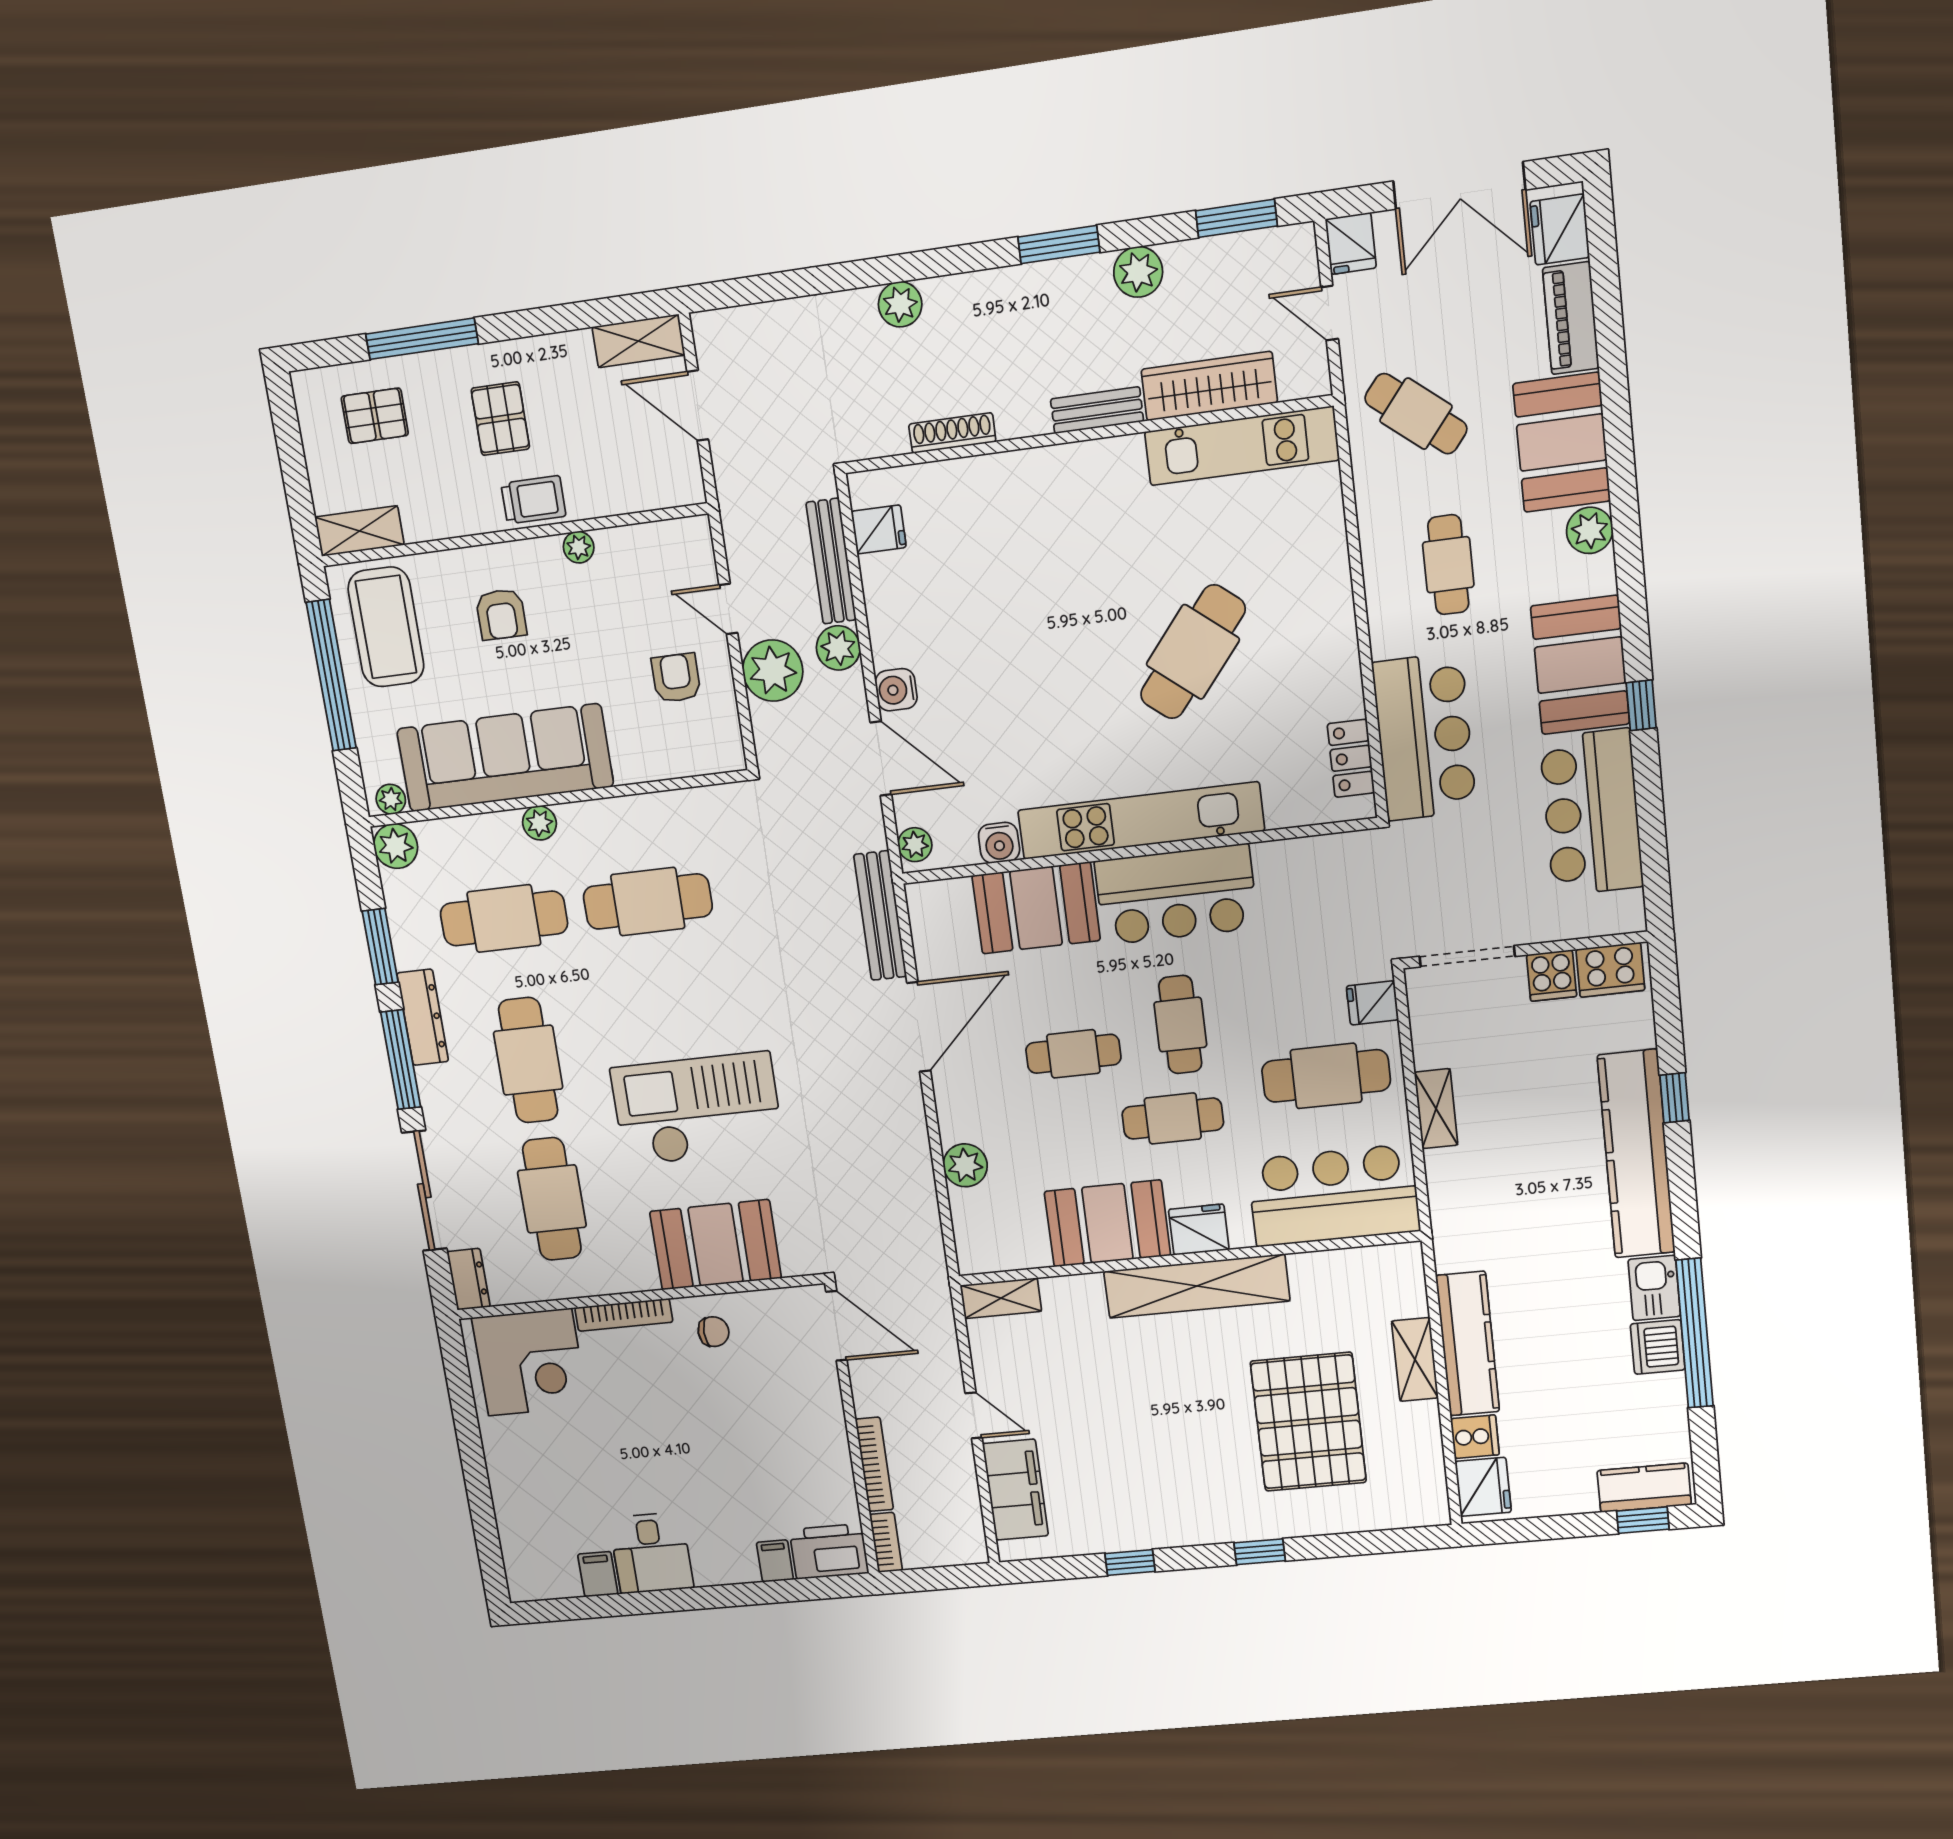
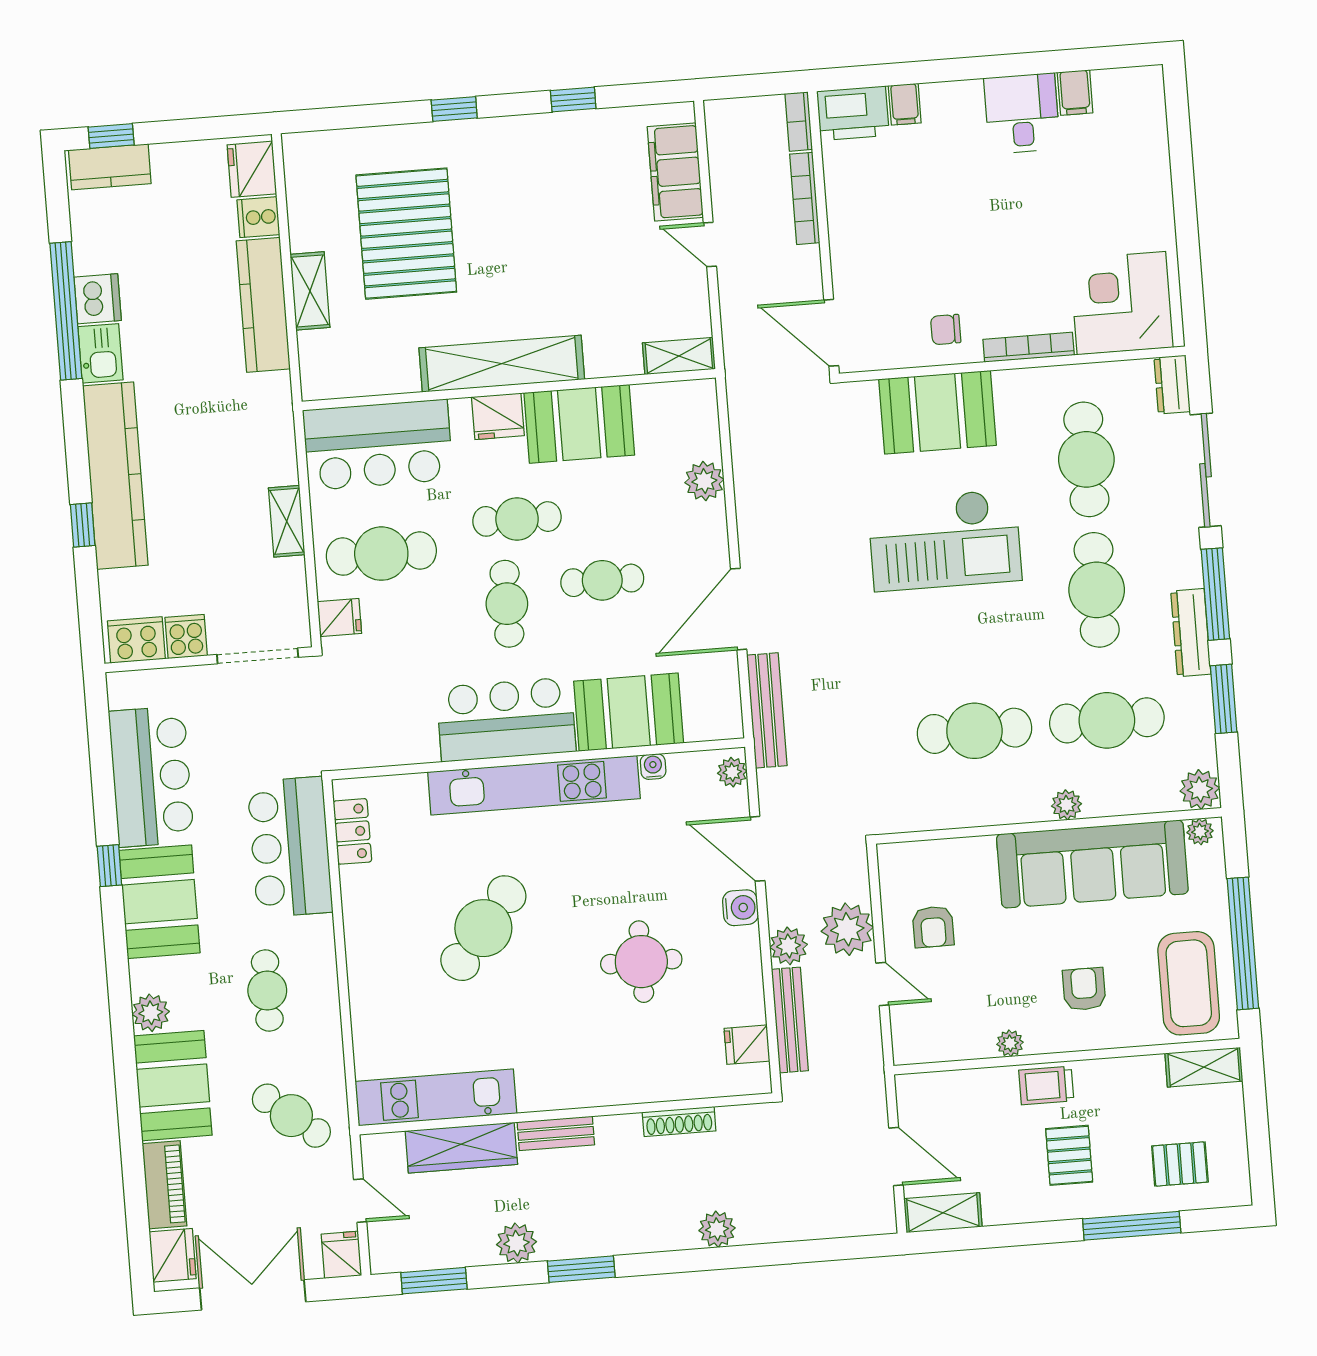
round table: (1007, 621) -> (641, 962), added
water cooler: (999, 843) -> (653, 767), width x0.72, depth x0.72

